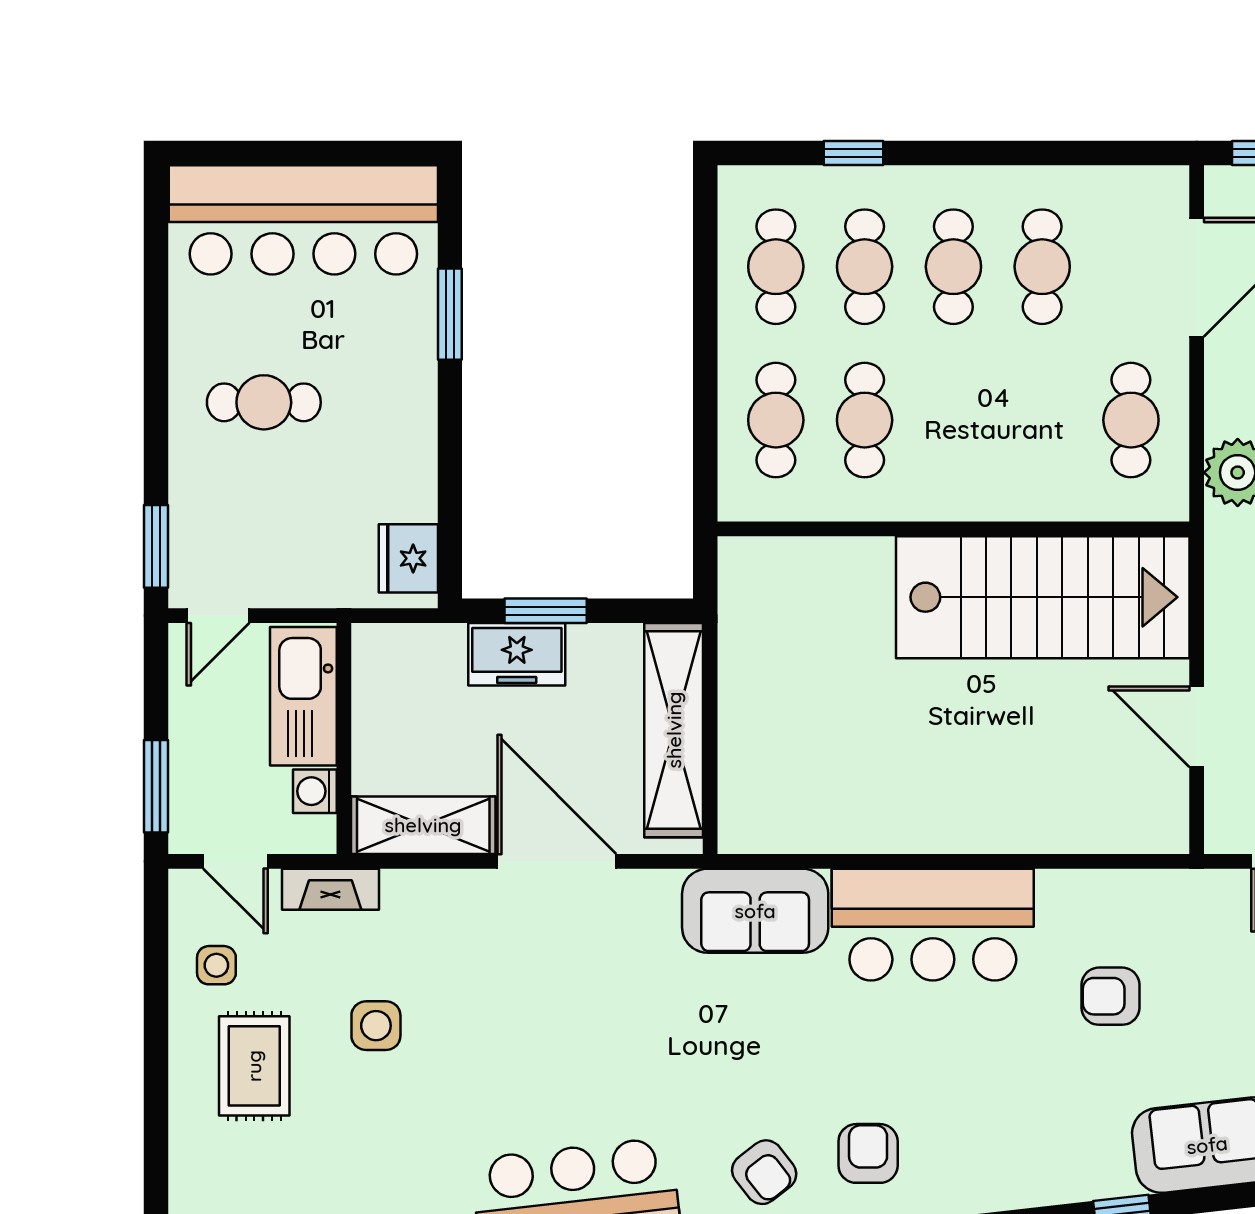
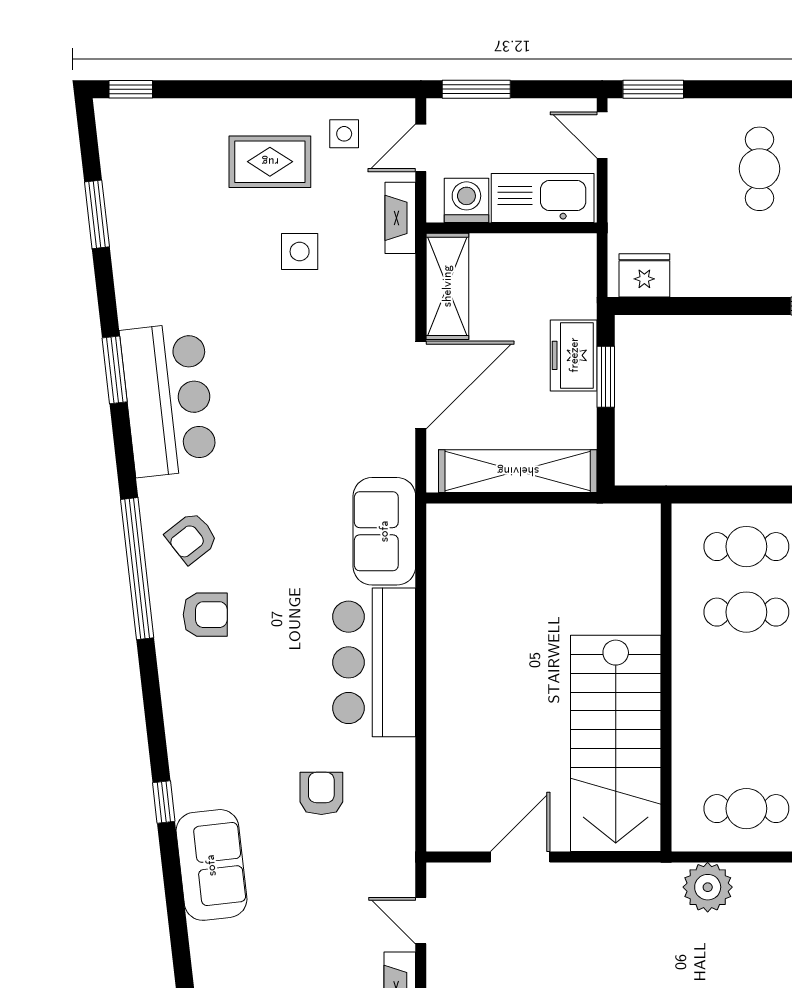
washing machine: (315, 791) -> (466, 200), width x1.38, depth x1.38

